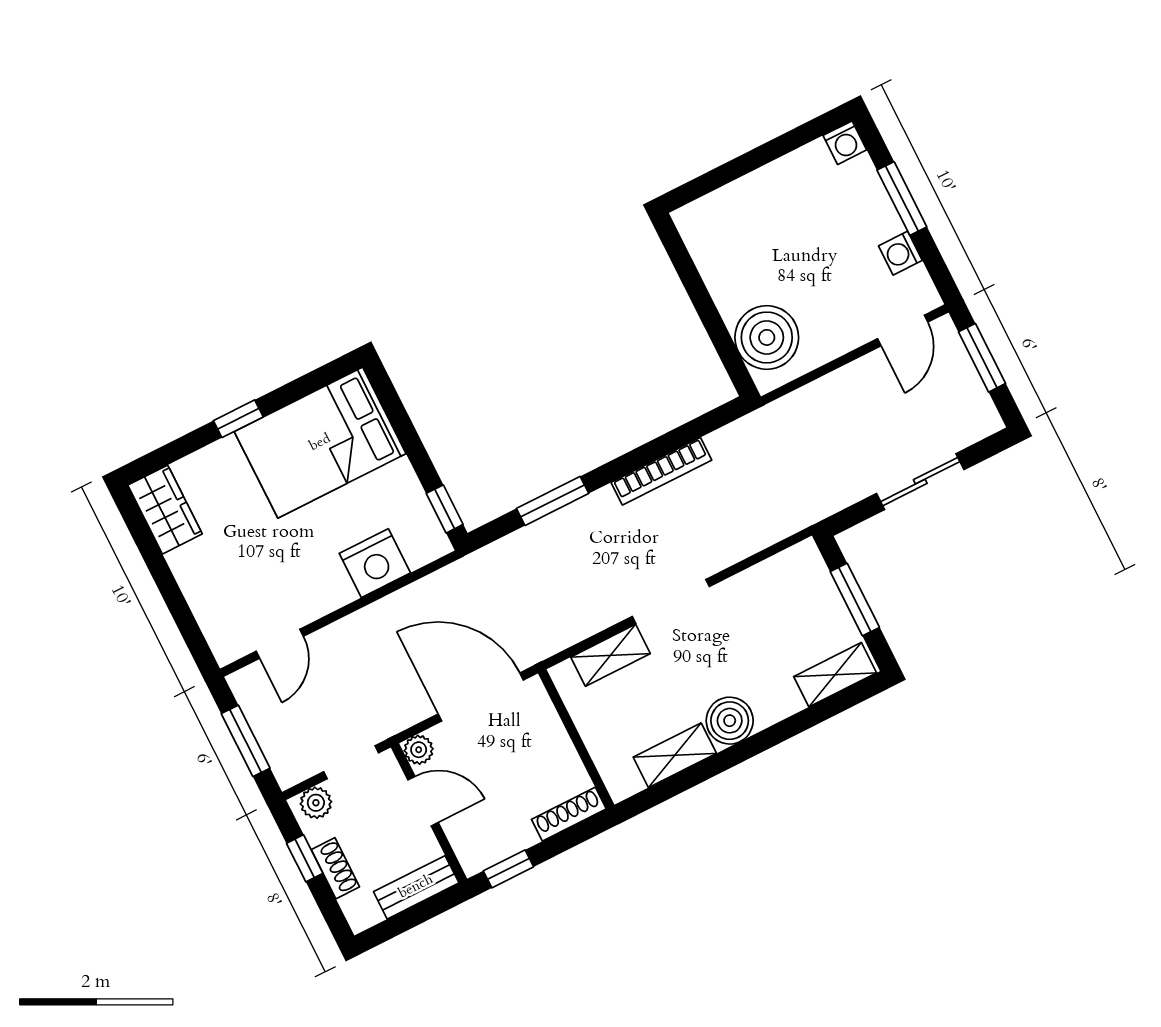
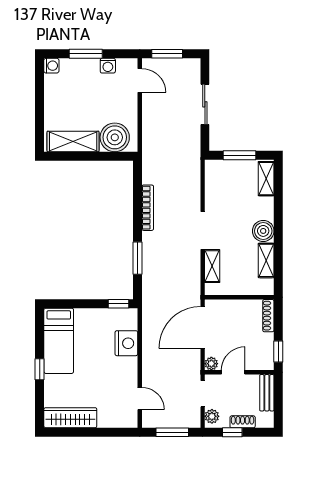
shelving: (717, 260) -> (73, 142), added
bed: (320, 443) -> (59, 341), width x0.67
wardrobe: (165, 510) -> (70, 418), width x1.50

